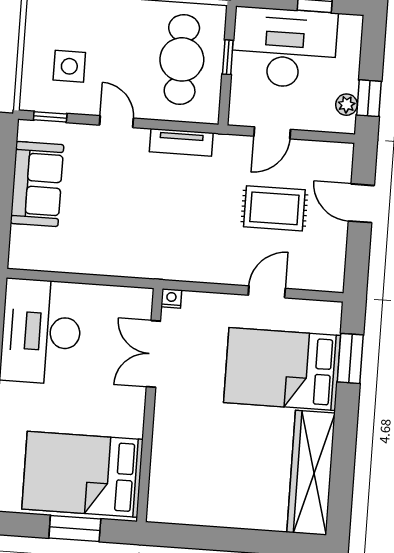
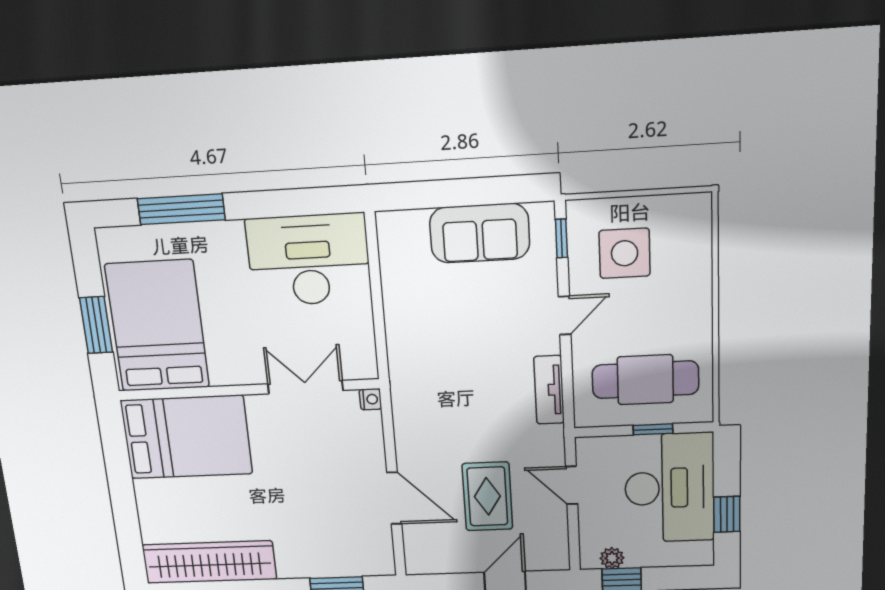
side table: (69, 66) -> (625, 253), width x1.37, depth x1.37
door: (267, 292) -> (394, 498), width x1.38
bed: (282, 369) -> (187, 437), moved, turned 90

